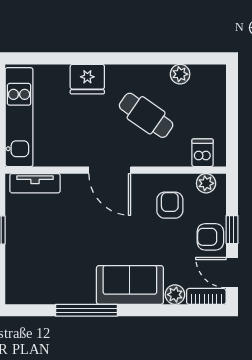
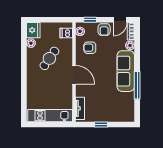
fridge: (87, 79) -> (33, 30), moved
door: (110, 170) -> (74, 75), hinge flipped
window: (232, 230) -> (90, 20), moved
sofa: (130, 285) -> (126, 71), width x1.36

